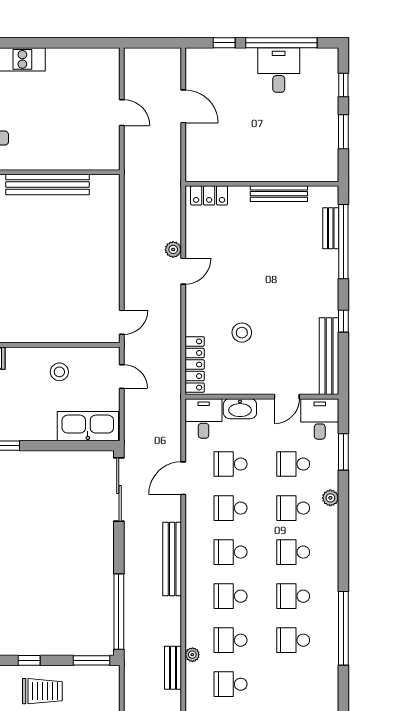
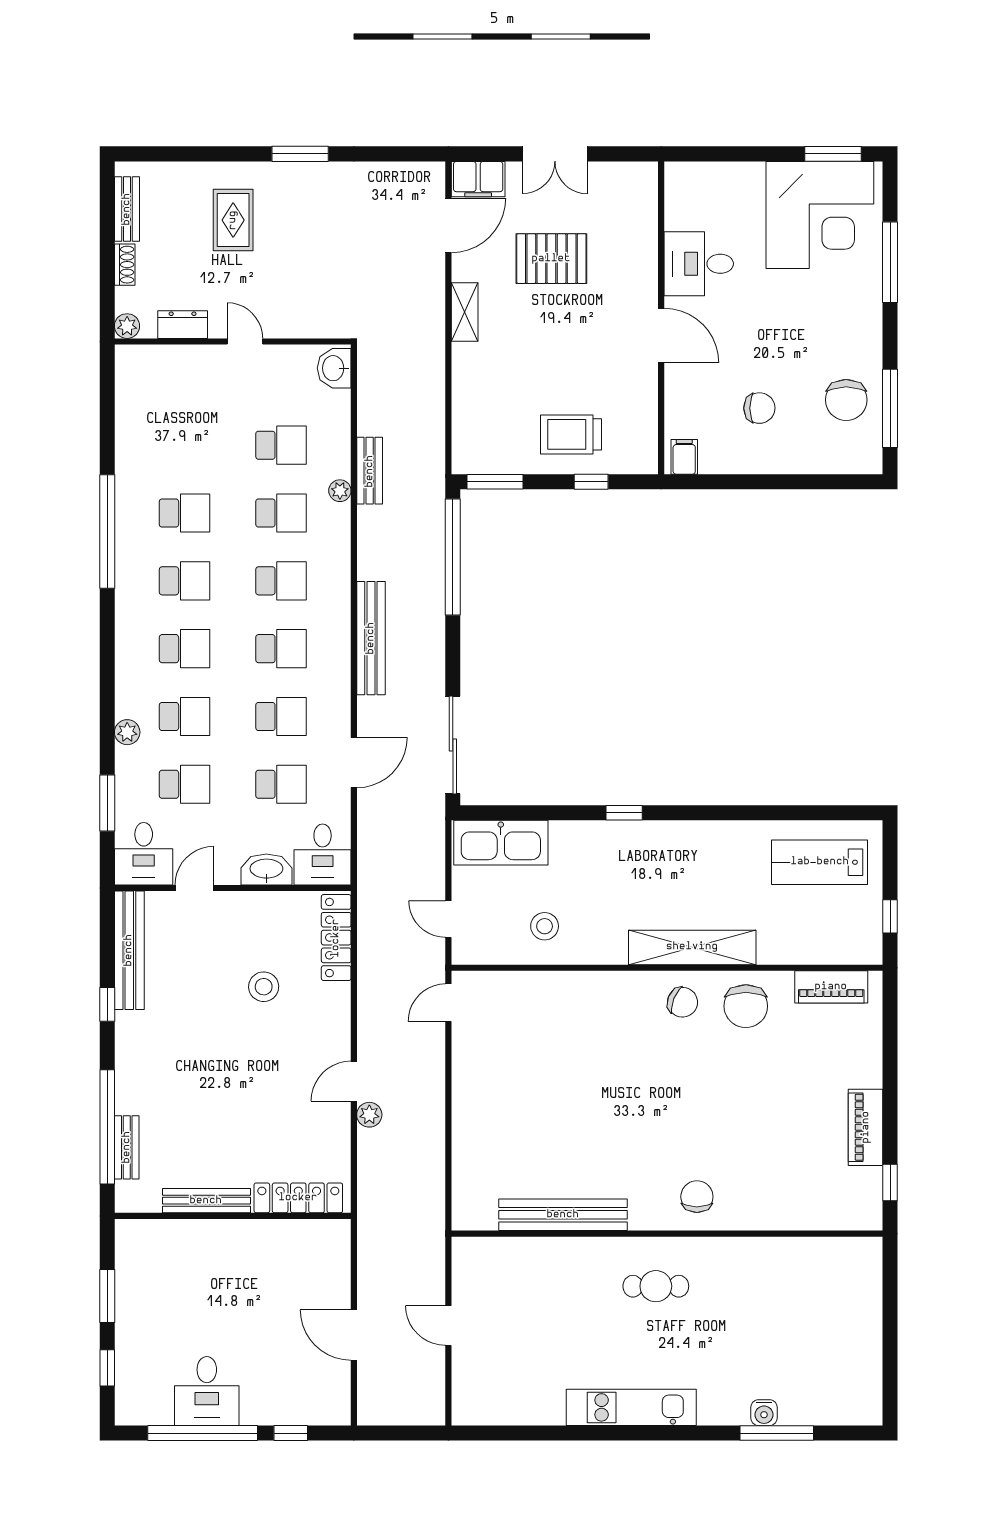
locker: (209, 195) -> (298, 1198), width x1.53

